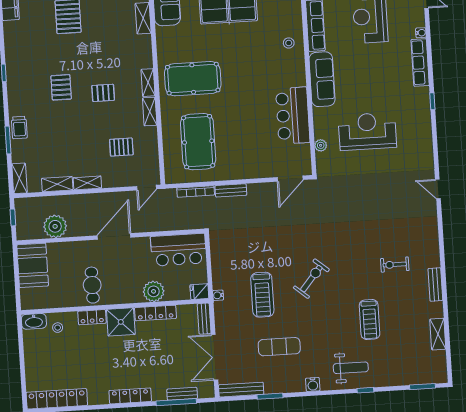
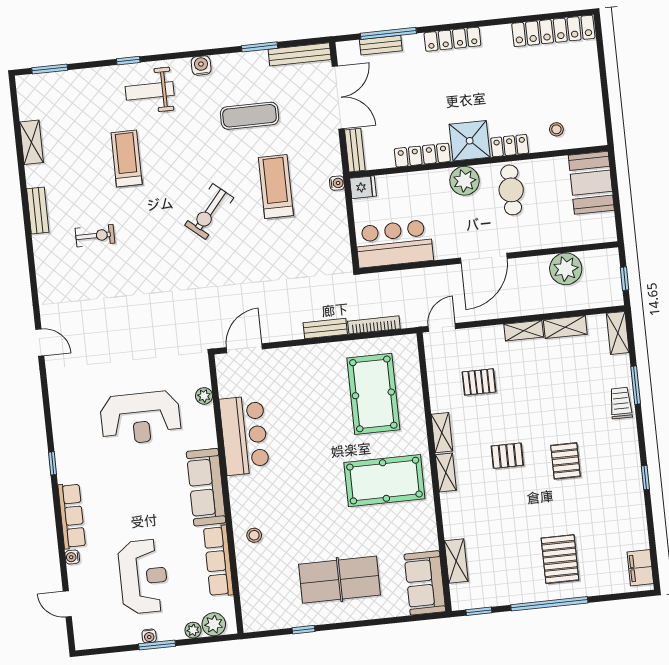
booth: (33, 265) -> (591, 183), moved
plant: (154, 291) -> (465, 181), moved
washbasin: (34, 321) -> (590, 136), removed

